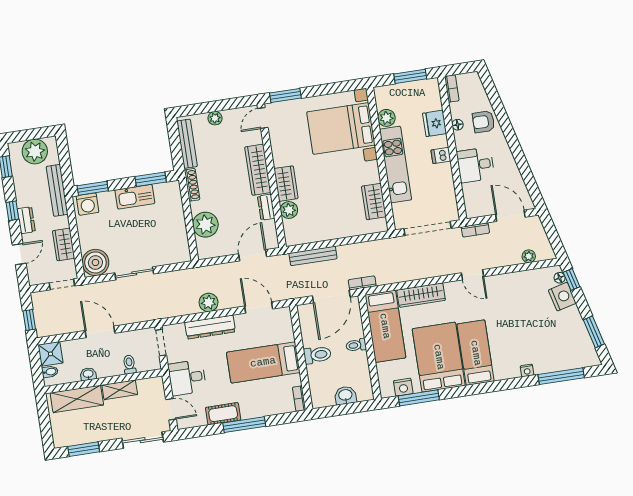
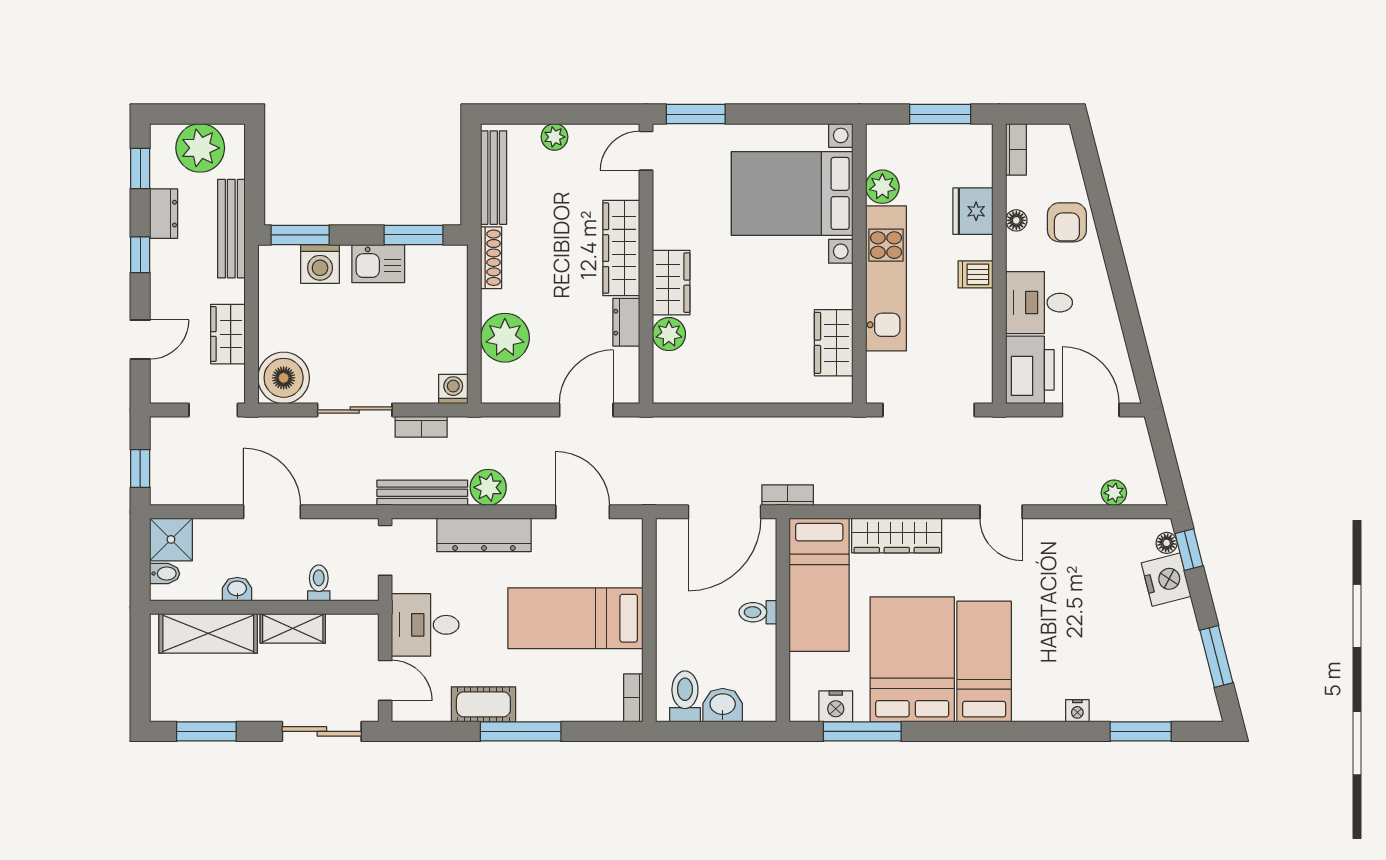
armchair: (484, 122) -> (1067, 222), turned -90
kitchen sink: (135, 197) -> (378, 264), width x0.73
printer: (476, 200) -> (1030, 370), added
washing machine: (88, 204) -> (320, 264), moved
dresser: (26, 220) -> (164, 214), moved
bookcase: (475, 230) -> (421, 427), moved
washing machine: (183, 255) -> (453, 389), added
bench: (313, 256) -> (422, 493), moved
toilet: (317, 355) -> (685, 696), moved, turned -90
window: (561, 376) -> (1141, 731), width x0.69

